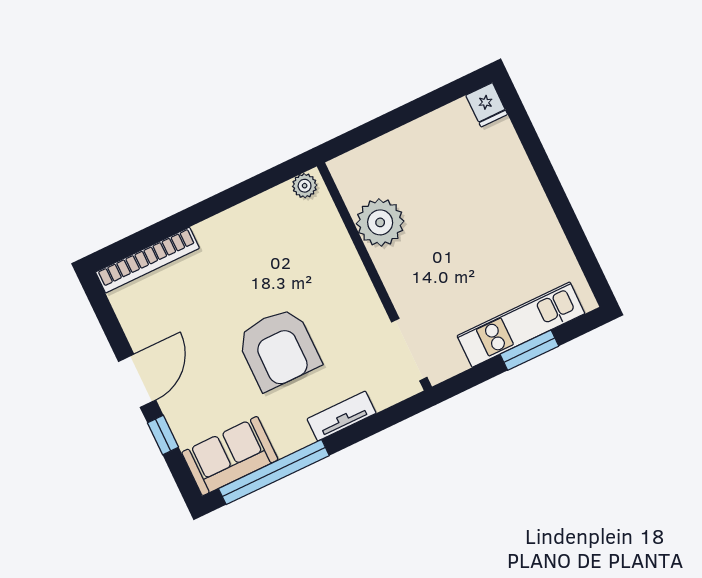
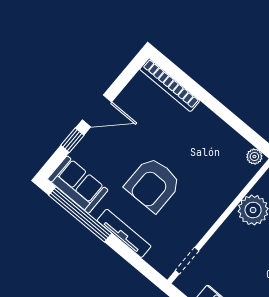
doorway: (409, 350) -> (187, 261), width x0.73
tv unit: (342, 416) -> (124, 233), width x1.41

